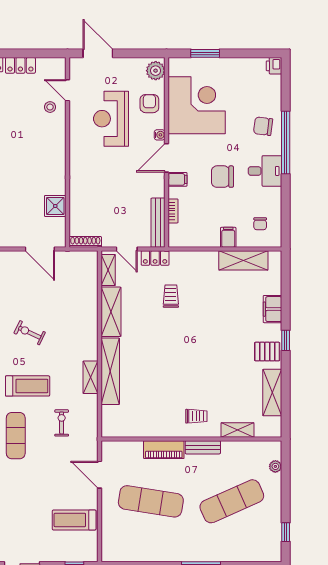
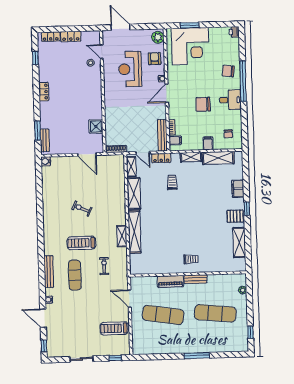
corner desk: (197, 105) -> (190, 46), moved, turned 90
filing cabinet: (178, 179) -> (175, 140), moved
treadmill: (28, 386) -> (81, 243), turned 180
shelving: (237, 430) -> (191, 157), moved
exercise mat: (232, 501) -> (215, 313), turned 30

